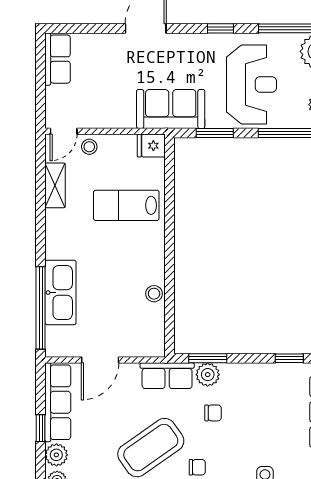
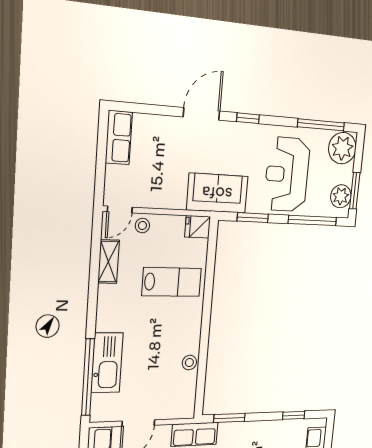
window: (221, 28) -> (248, 118), moved
reception desk: (251, 84) -> (287, 174), turned 180
lab bench: (126, 205) -> (172, 282), turned 180
plant: (208, 375) -> (228, 432), removed

